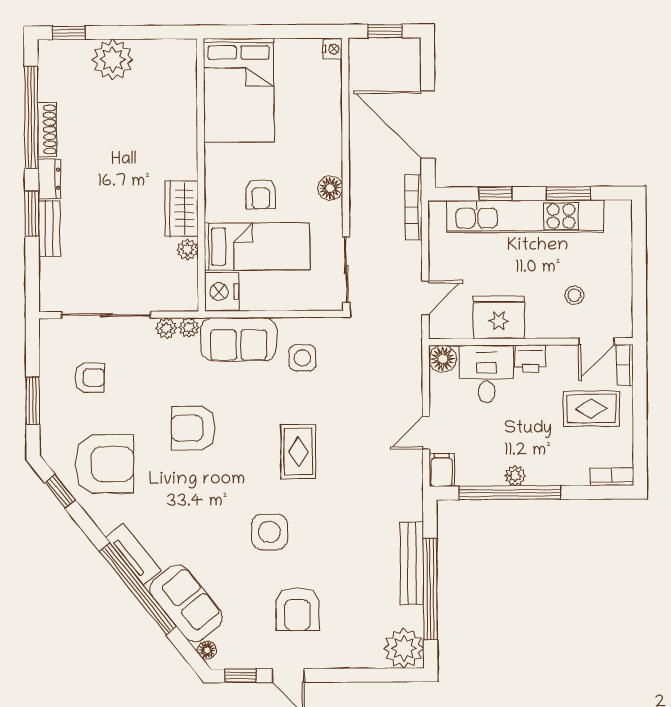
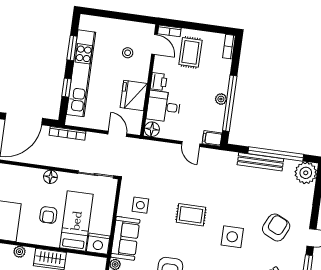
armchair: (261, 194) -> (48, 215), turned 90
plant: (187, 249) -> (19, 252), moved
armchair: (297, 609) -> (276, 228), turned -65

